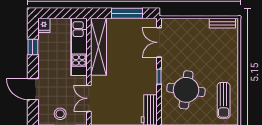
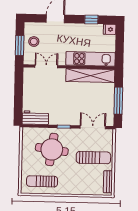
sun lounger: (194, 41) -> (93, 158), added

